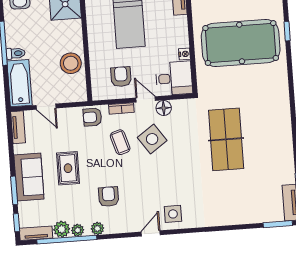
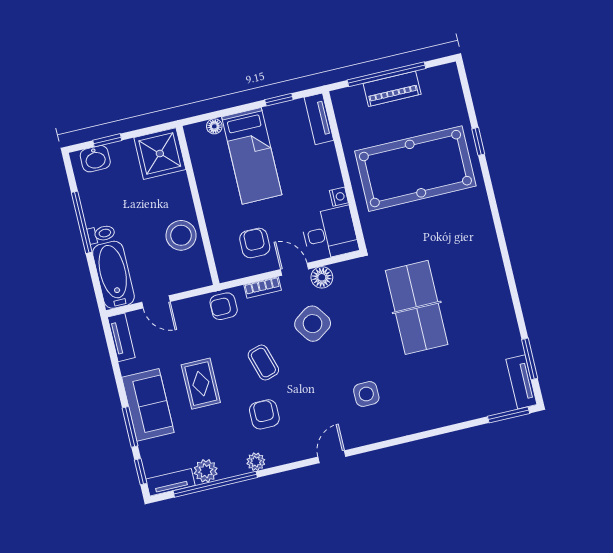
coffee table: (120, 142) -> (263, 363), moved
side table: (173, 214) -> (366, 394), moved
plant: (78, 230) -> (228, 469), removed

